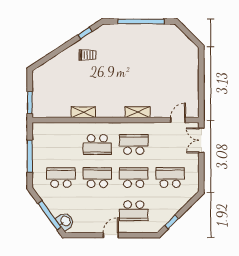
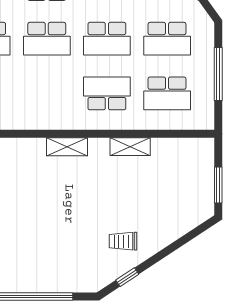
window: (30, 103) -> (218, 185), moved
shelving: (137, 112) -> (67, 147), moved
school desk: (134, 144) -> (167, 93), moved

